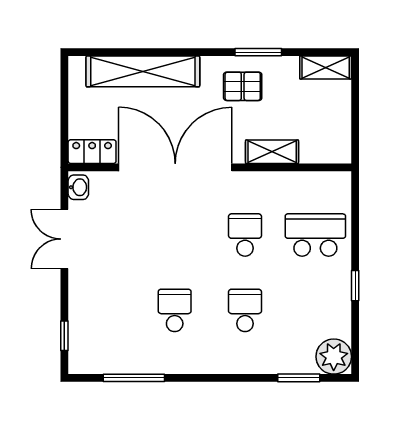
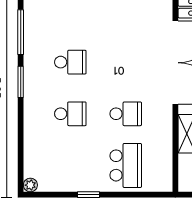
plant: (334, 357) -> (30, 185), width x0.53, depth x0.53
window: (299, 378) -> (21, 82), moved

